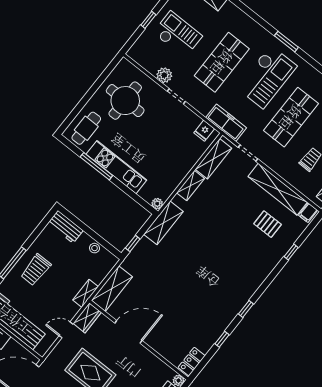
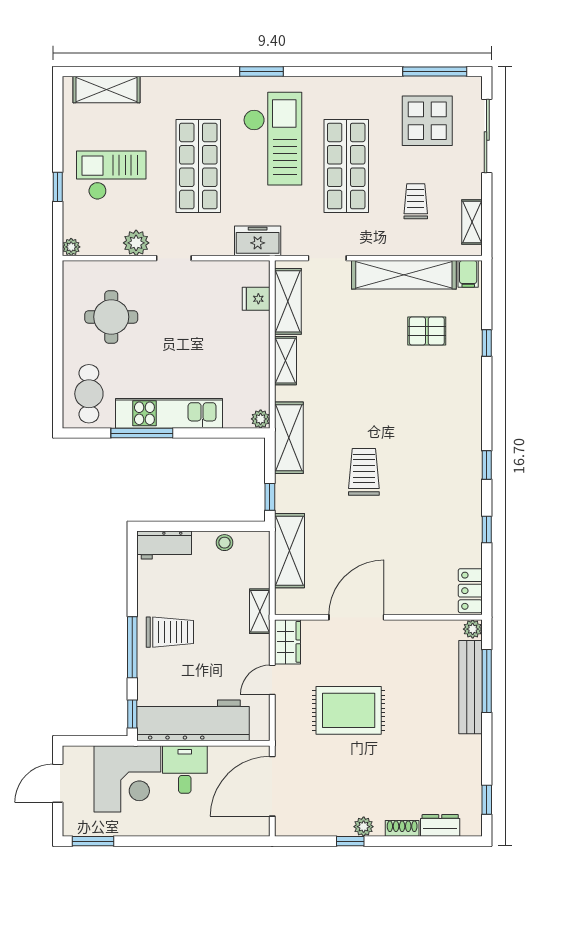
plant: (132, 53) -> (71, 247), added
round table: (125, 101) -> (111, 317), width x0.73, depth x0.73
freezer: (226, 123) -> (258, 241), width x0.71
fridge: (204, 131) -> (256, 299), moved, turned 90
trolley: (186, 267) -> (364, 472), added
trolley: (36, 270) -> (170, 632), turned -90
shelving: (112, 289) -> (289, 551), moved

